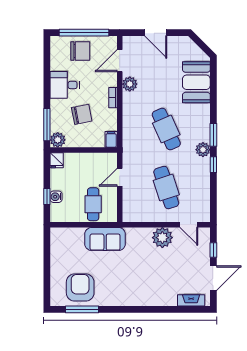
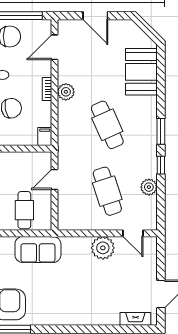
plant: (130, 84) -> (66, 92), moved
plant: (203, 150) -> (149, 187), moved
window: (213, 250) -> (161, 262), removed

